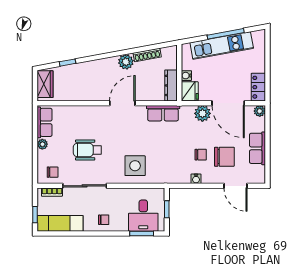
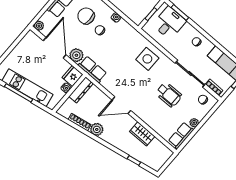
wardrobe: (45, 84) -> (142, 134), moved, turned -90
locker: (258, 87) -> (27, 41), removed
row of seats: (163, 113) -> (93, 69), moved

